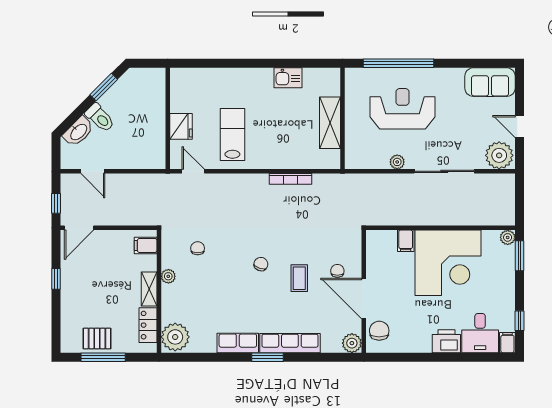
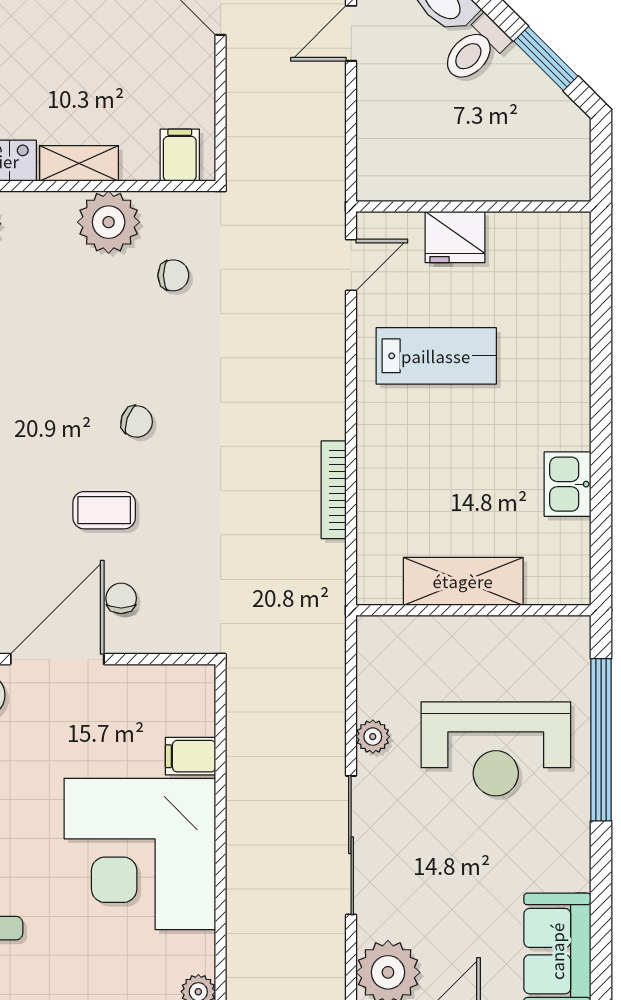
reception desk: (402, 109) -> (496, 749), turned 90
chair: (337, 271) -> (121, 598), turned -90
plant: (168, 276) -> (109, 222), width x1.88, depth x1.88

